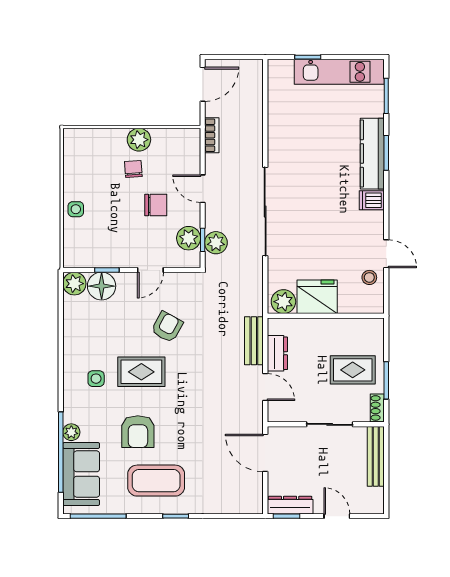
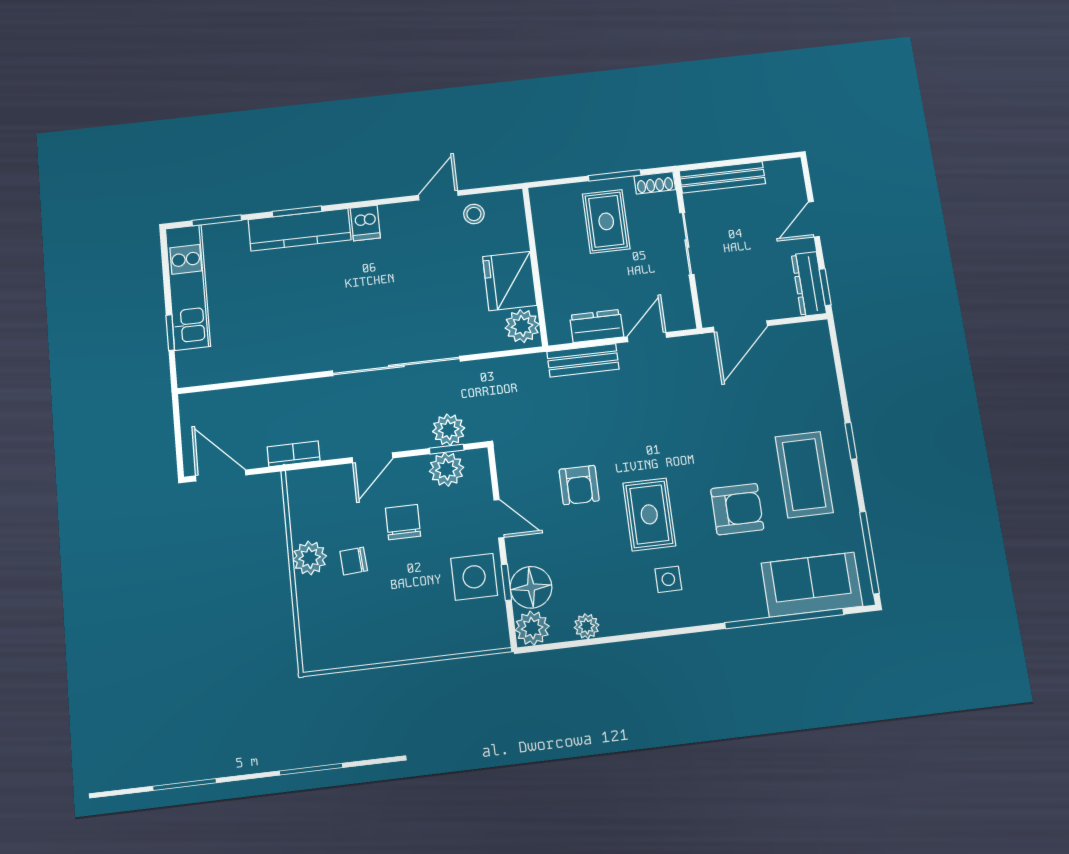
side table: (76, 209) -> (474, 577), moved, width x1.87, depth x1.87
armchair: (167, 327) -> (579, 485), turned -119
plant: (71, 432) -> (587, 626), moved

